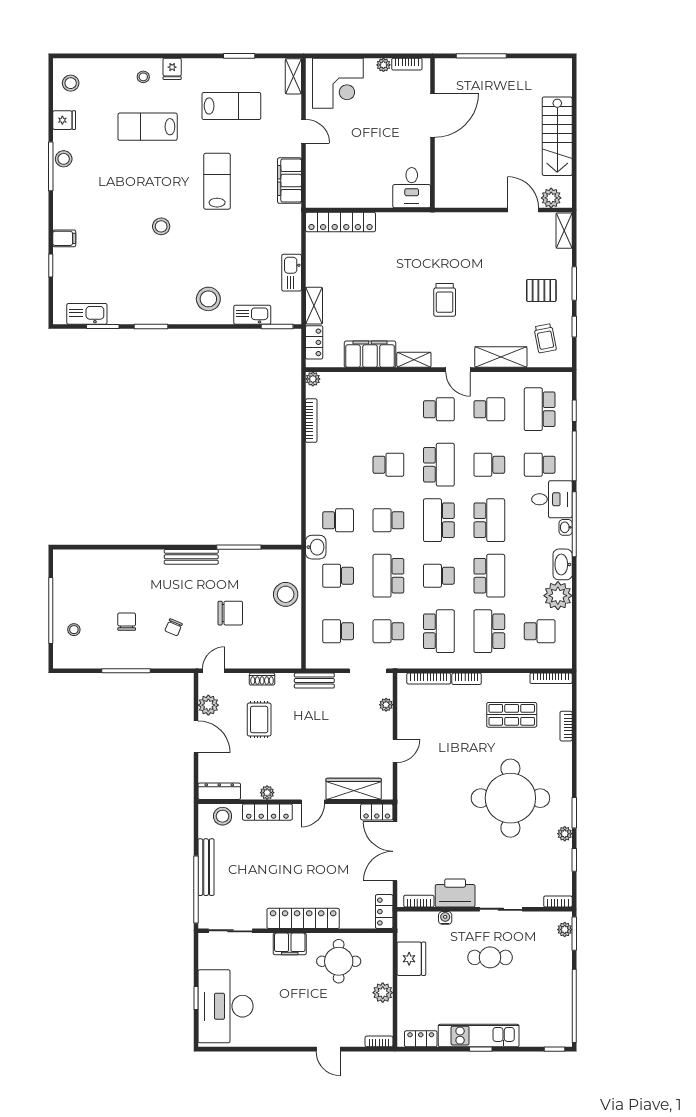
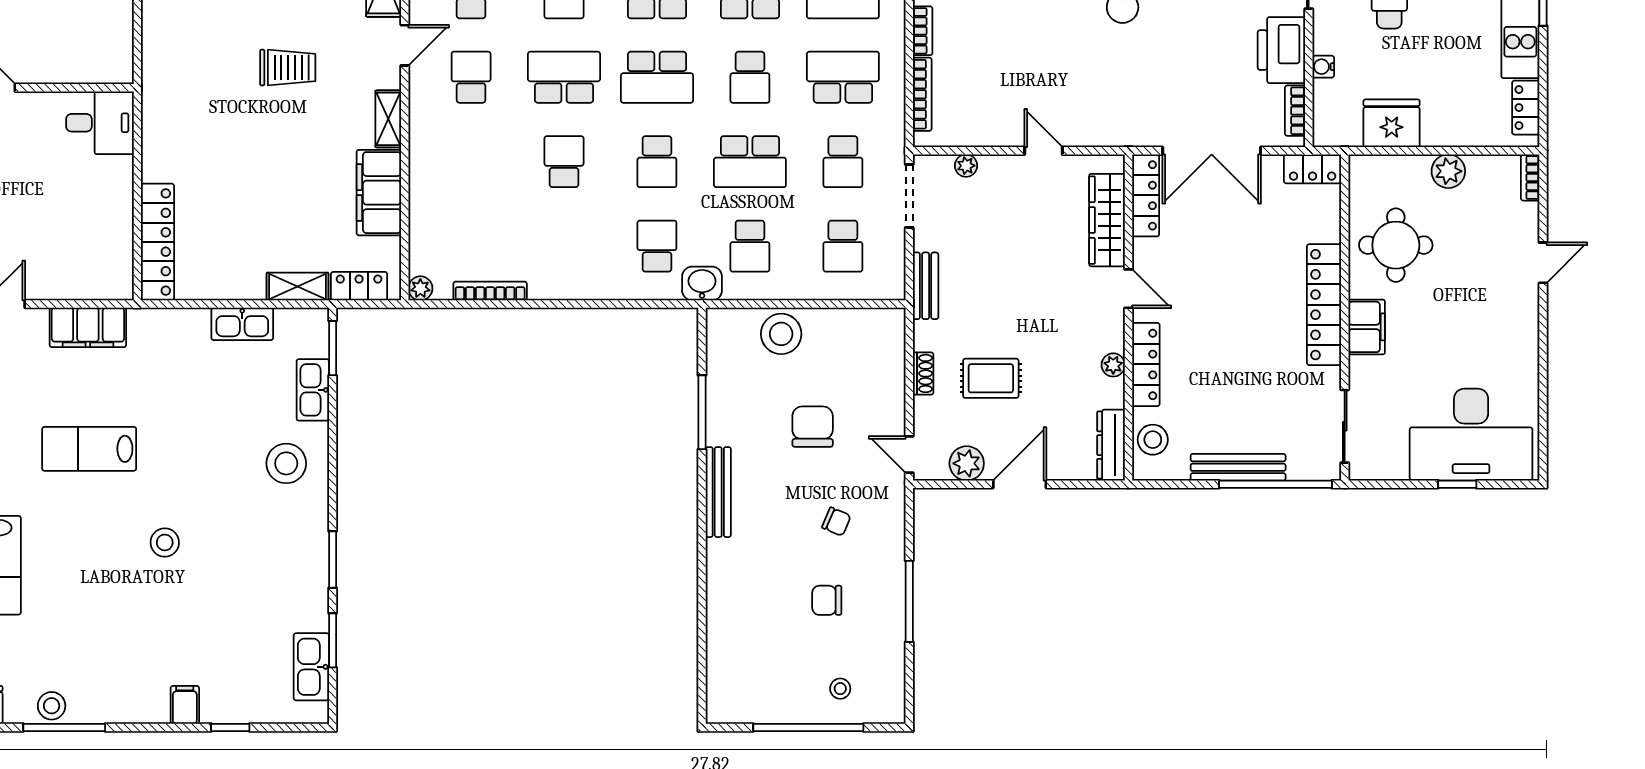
locker: (377, 812) -> (1146, 195), width x1.53

